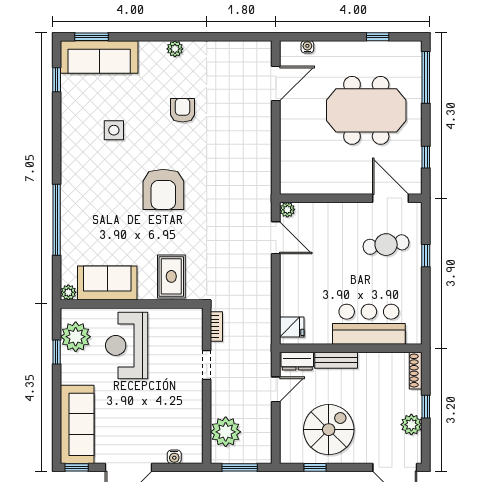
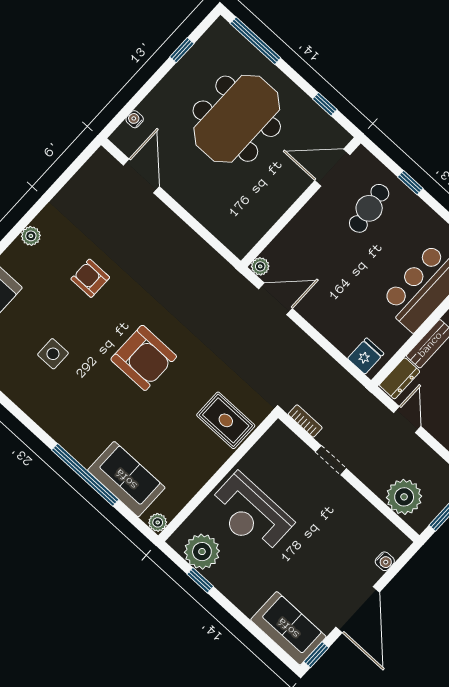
sofa: (107, 283) -> (126, 479), moved, turned 90
sofa: (77, 424) -> (288, 628), width x0.73

